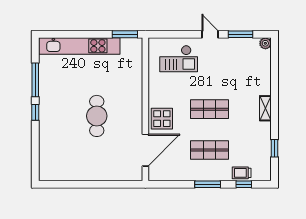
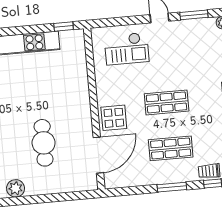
window: (125, 34) -> (64, 26), width x0.67
cafe table: (97, 116) -> (44, 143), moved
plant: (70, 173) -> (16, 188), added

